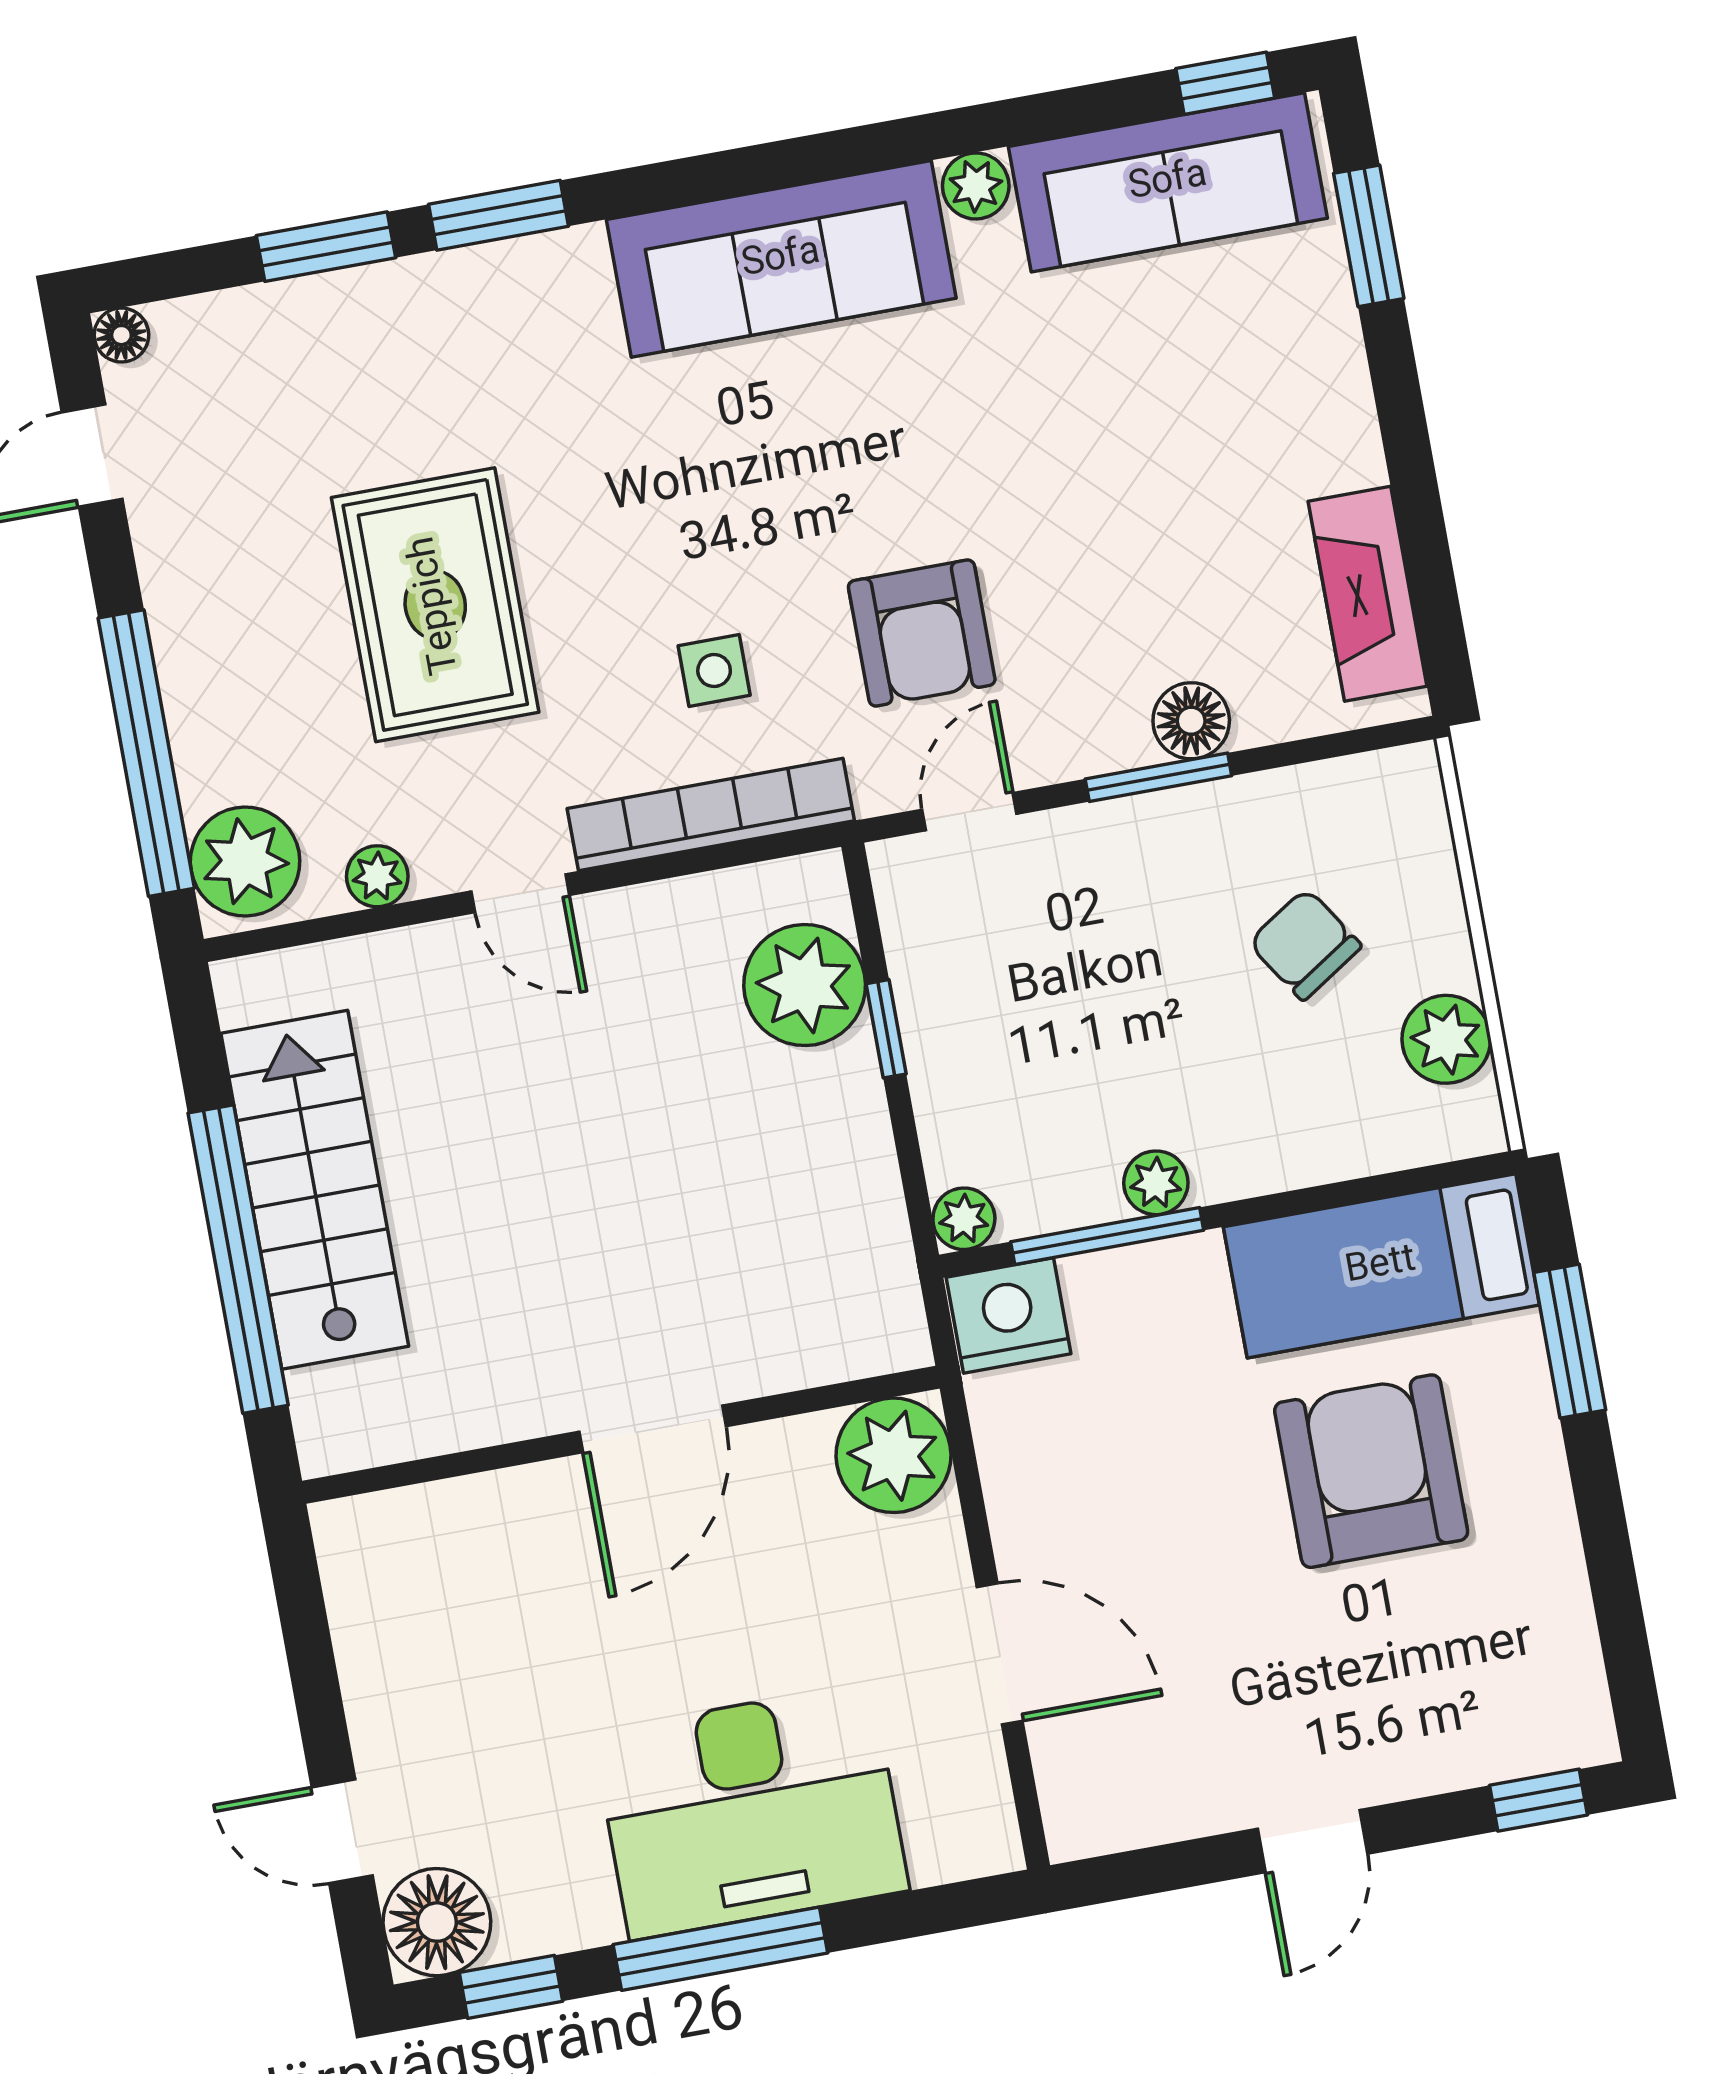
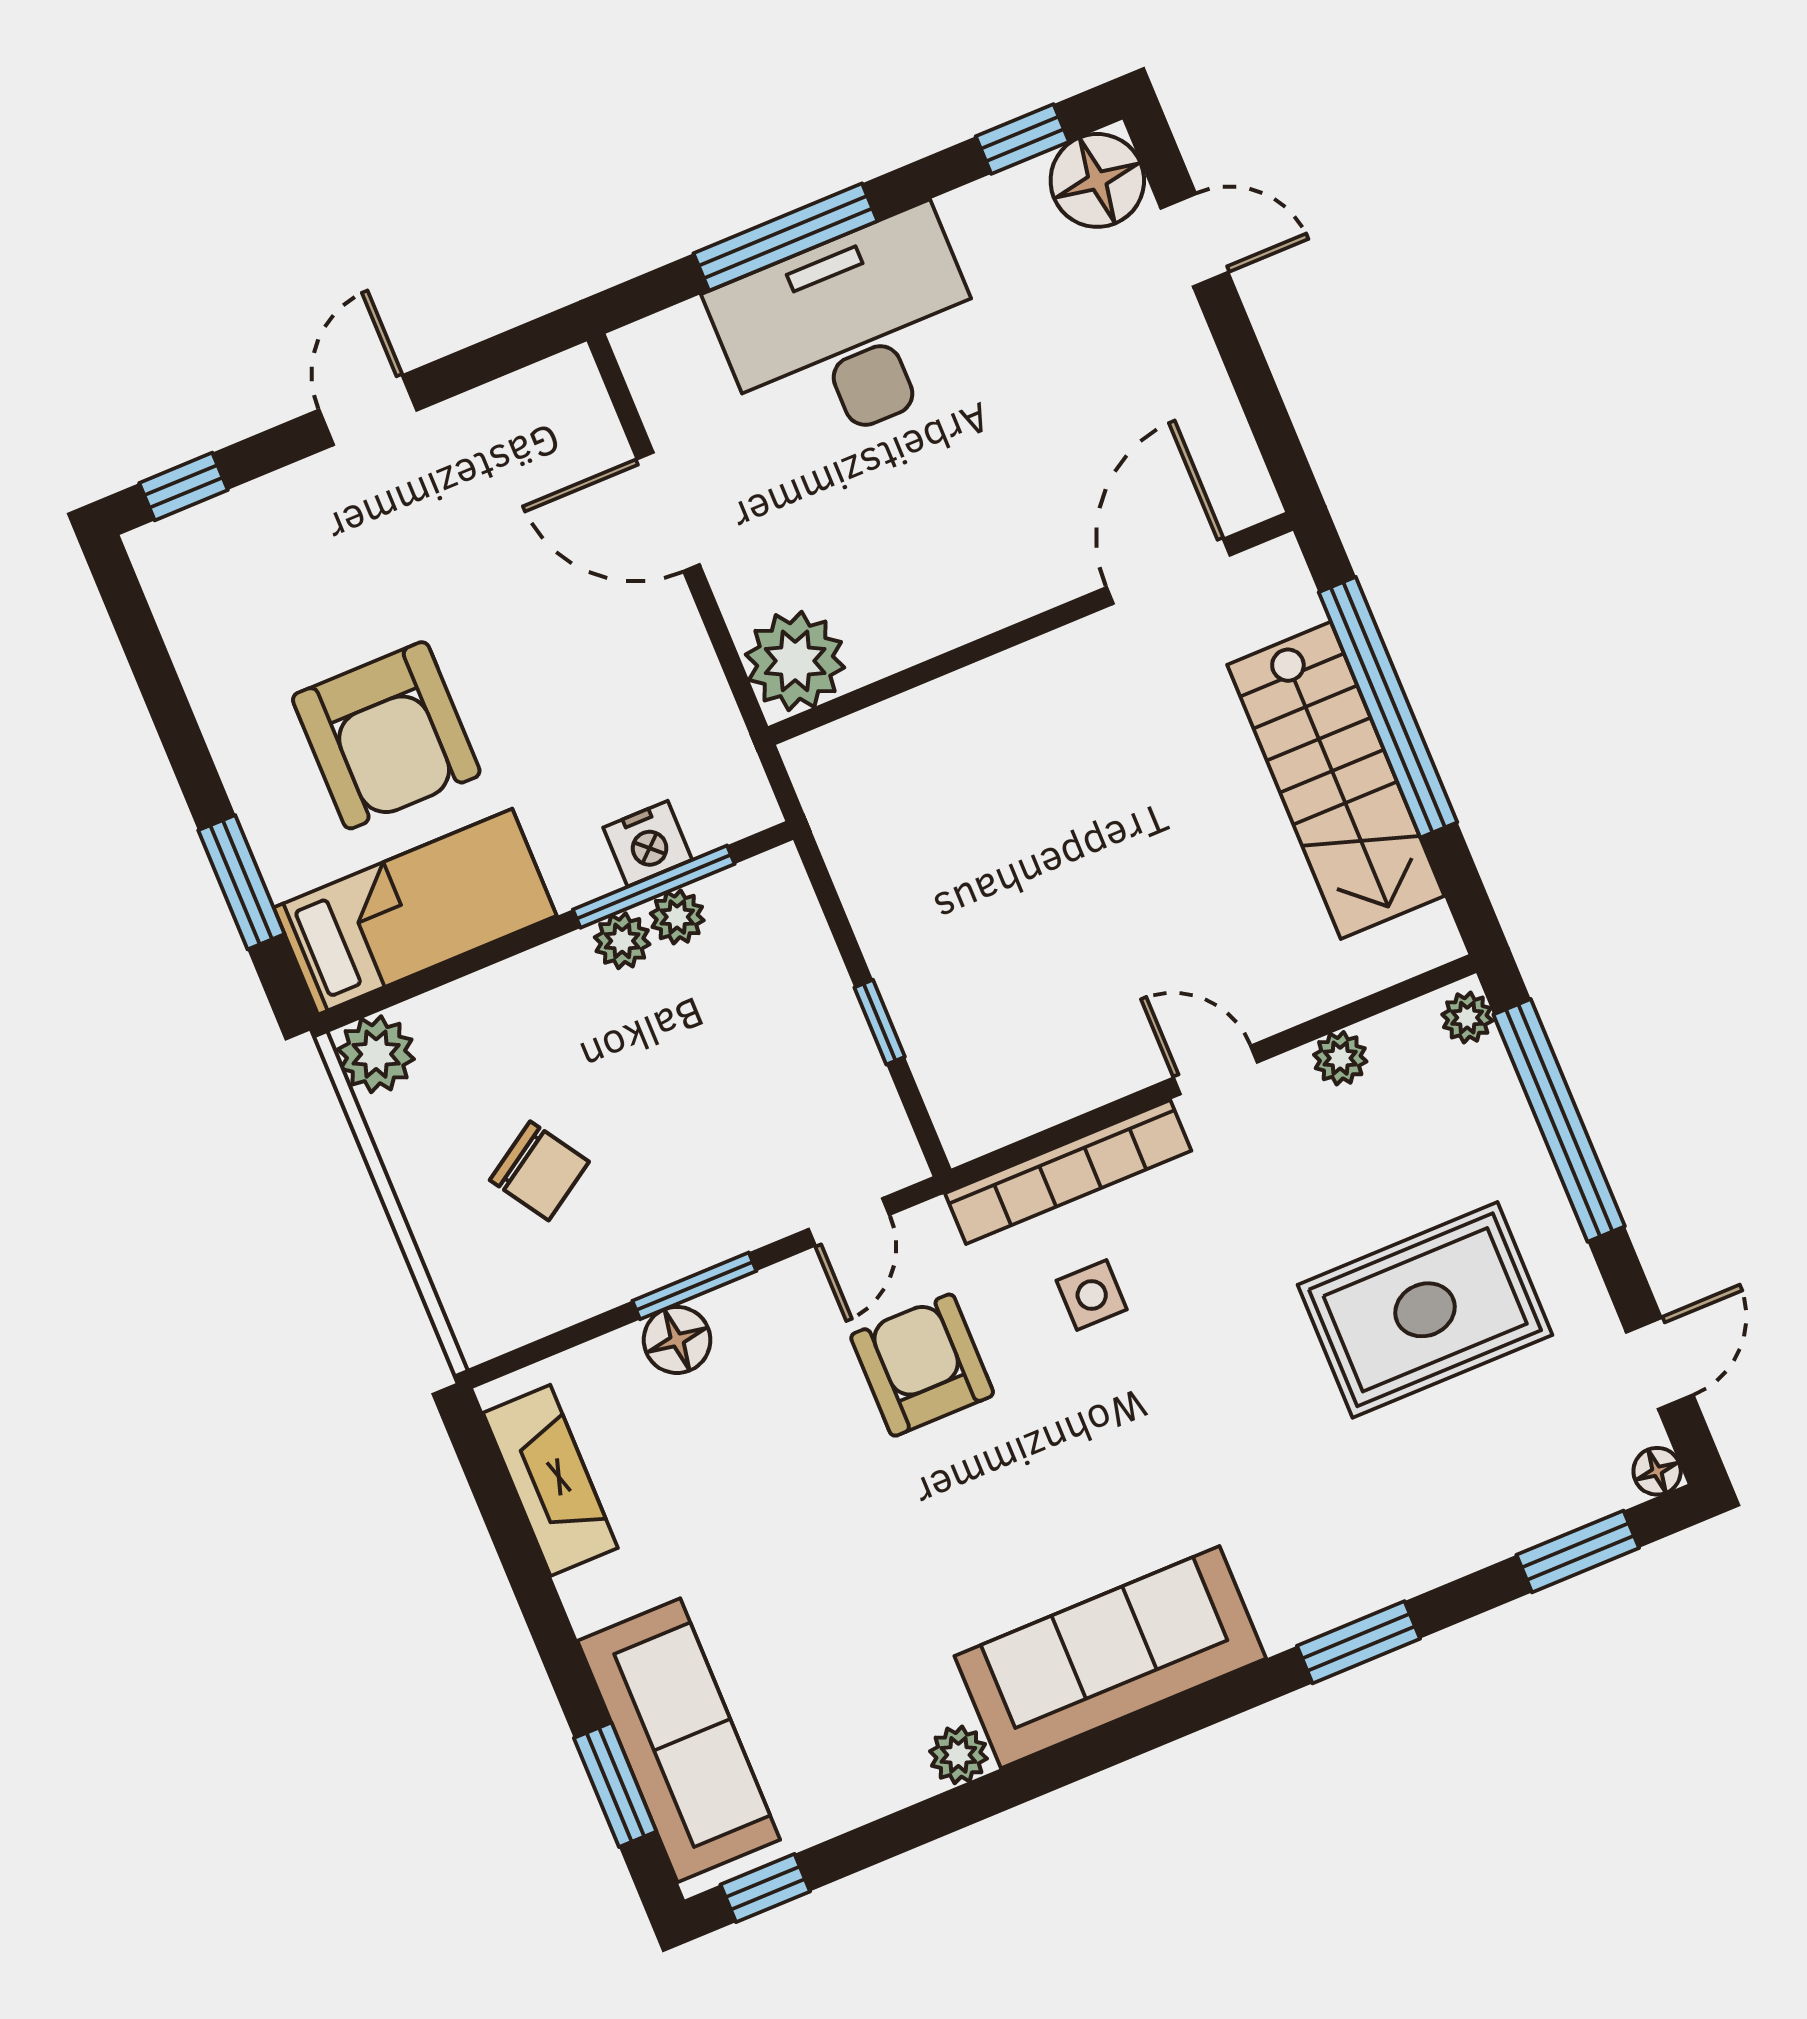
sofa: (1168, 182) -> (679, 1740), moved, turned 90
window: (326, 247) -> (1578, 1551), moved
rug: (435, 605) -> (1425, 1310), moved, turned 90
plant: (245, 861) -> (1467, 1018), width x0.53, depth x0.53
plant: (805, 985) -> (957, 1044), removed
plant: (1446, 1039) -> (376, 1054), moved
plant: (964, 1219) -> (677, 917), moved
nightstand: (1009, 1315) -> (648, 844), moved, width x0.74, depth x0.75
door: (653, 1429) -> (1168, 571), moved
window: (720, 1949) -> (786, 237), moved

